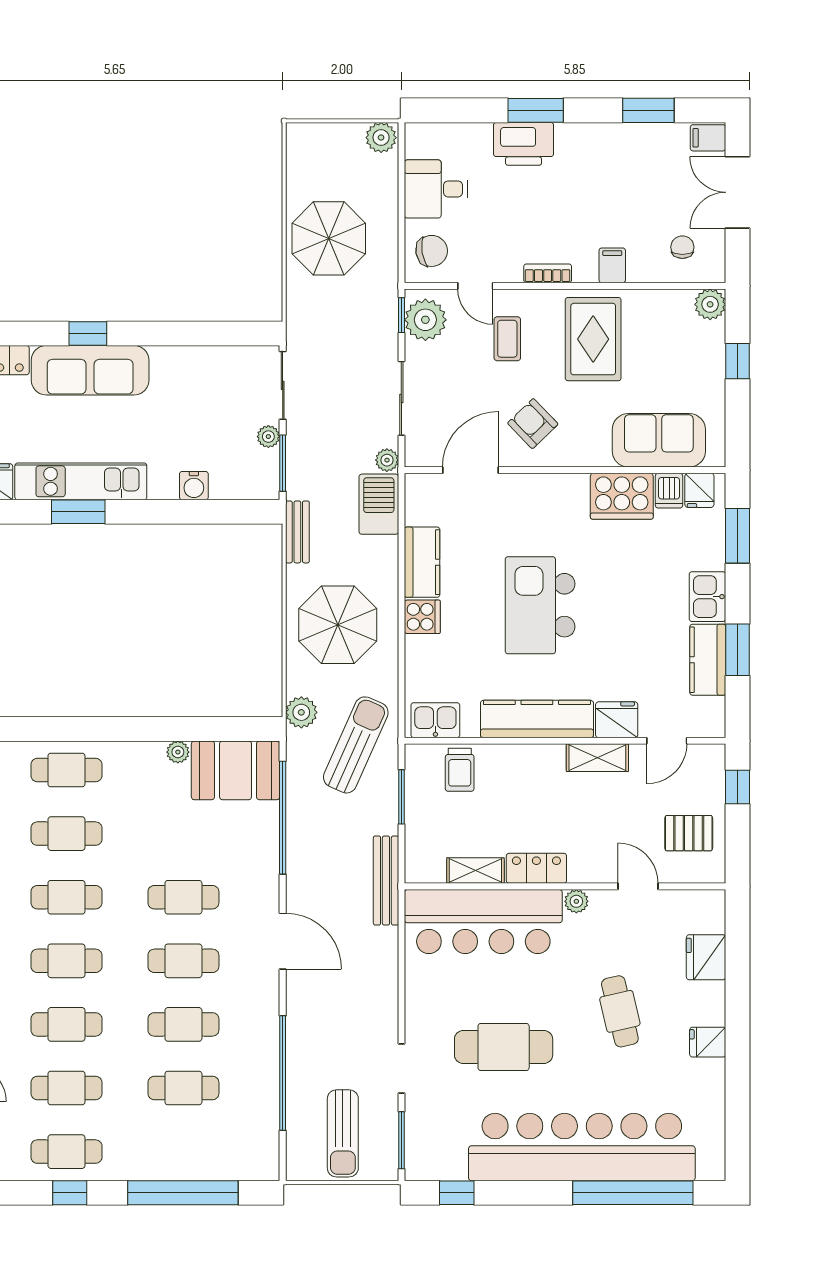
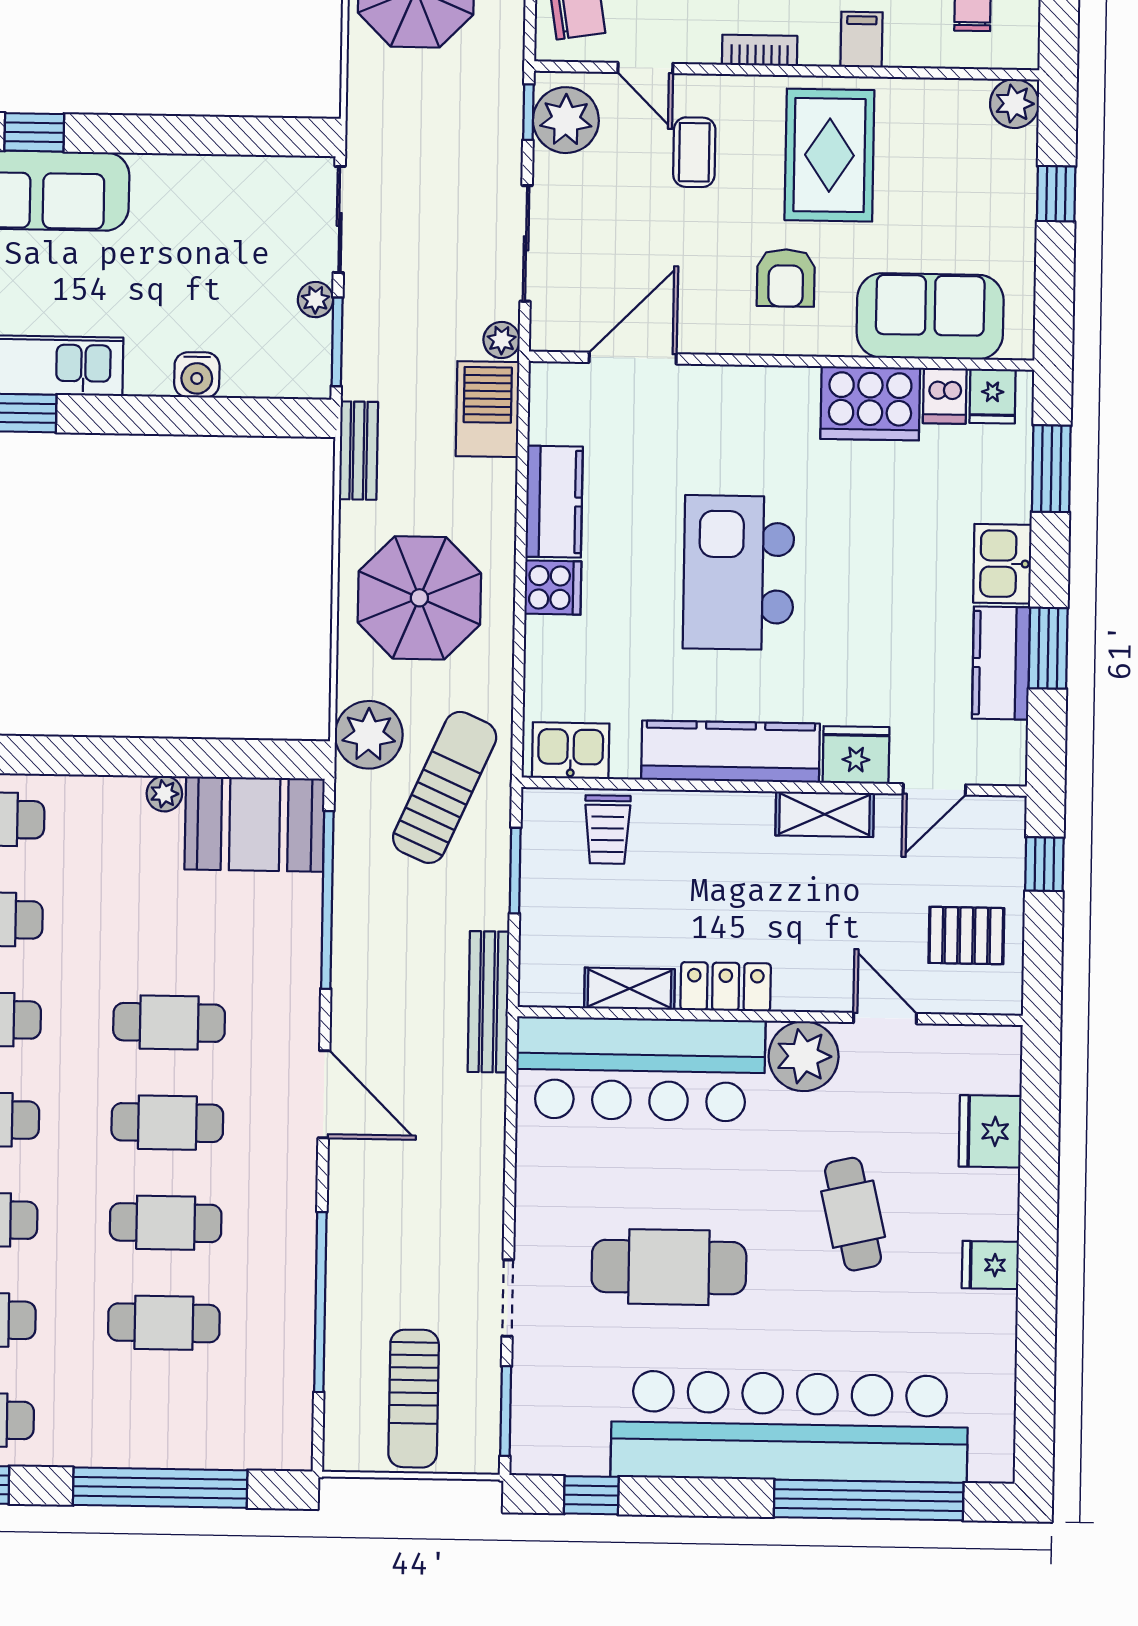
armchair: (533, 424) -> (786, 278), moved, turned -136
plant: (301, 712) -> (369, 735), width x1.36, depth x1.36
plant: (576, 901) -> (804, 1056), width x1.88, depth x1.88

